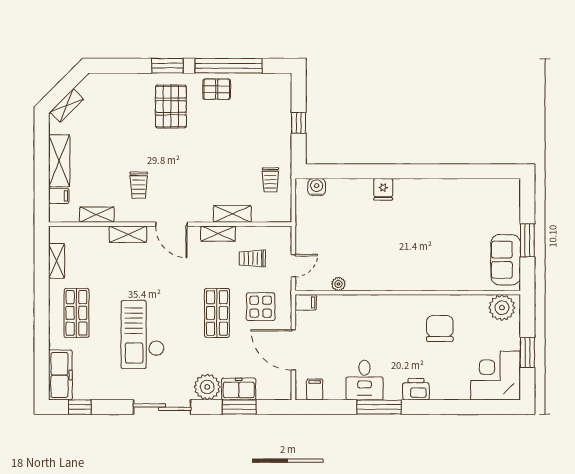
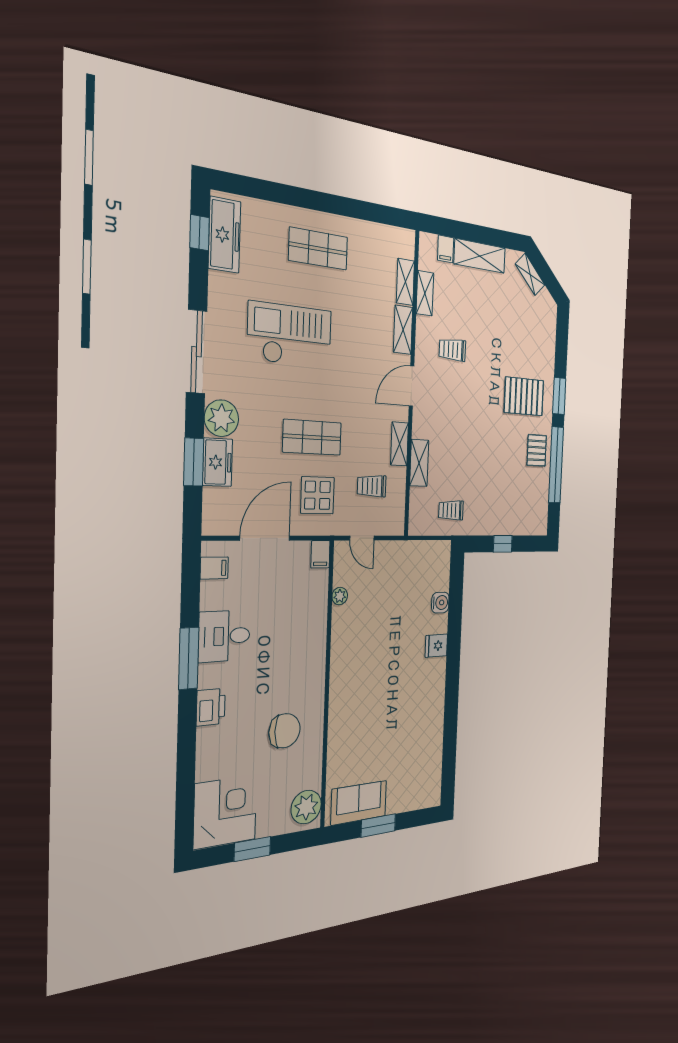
water cooler: (317, 187) -> (440, 603), moved
trolley: (252, 258) -> (372, 486), turned -90
shelving: (57, 261) -> (405, 282), moved, turned 90
freezer: (60, 375) -> (225, 235), moved, turned -90

